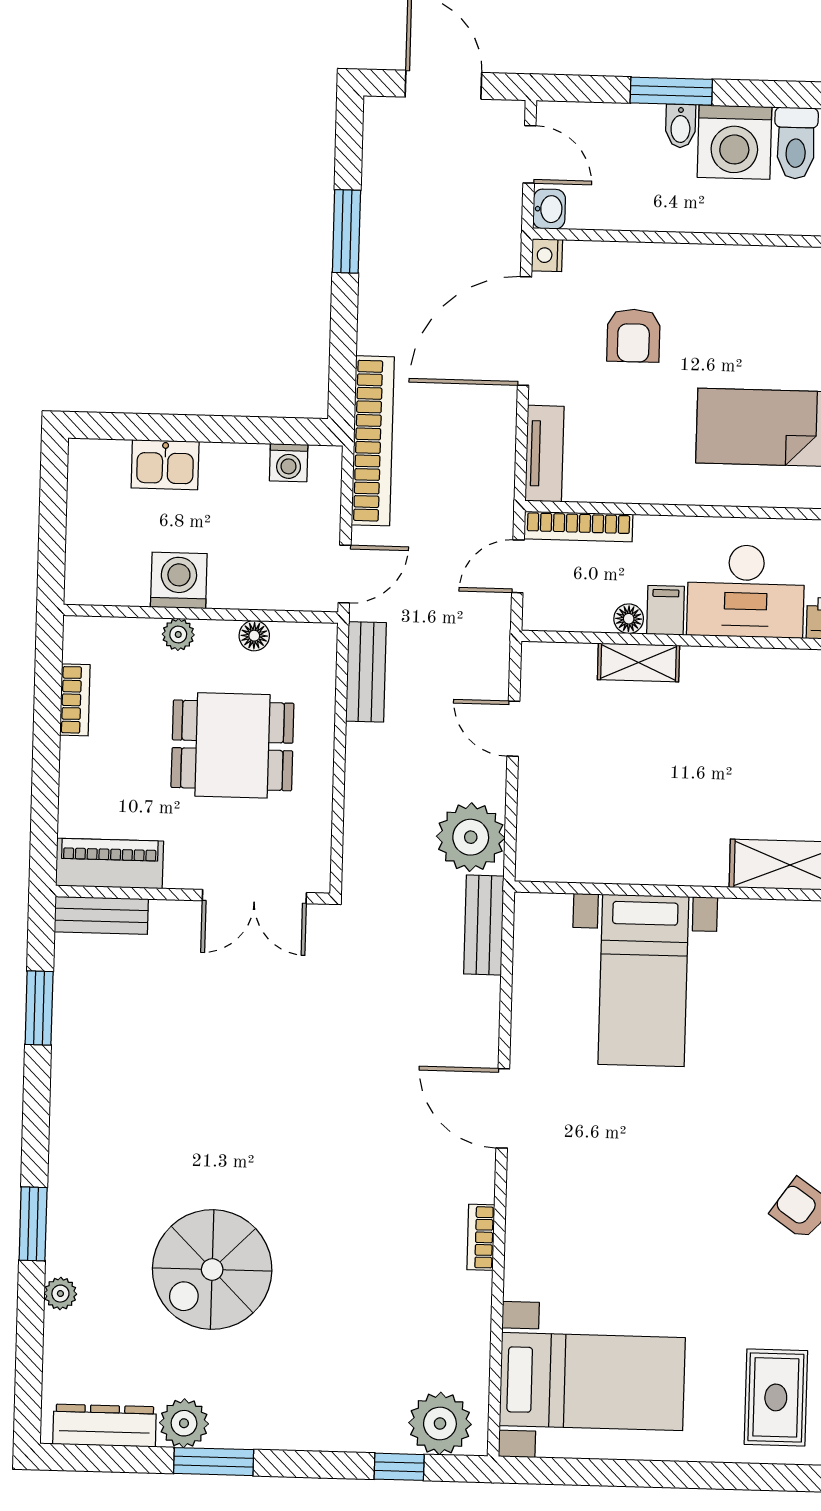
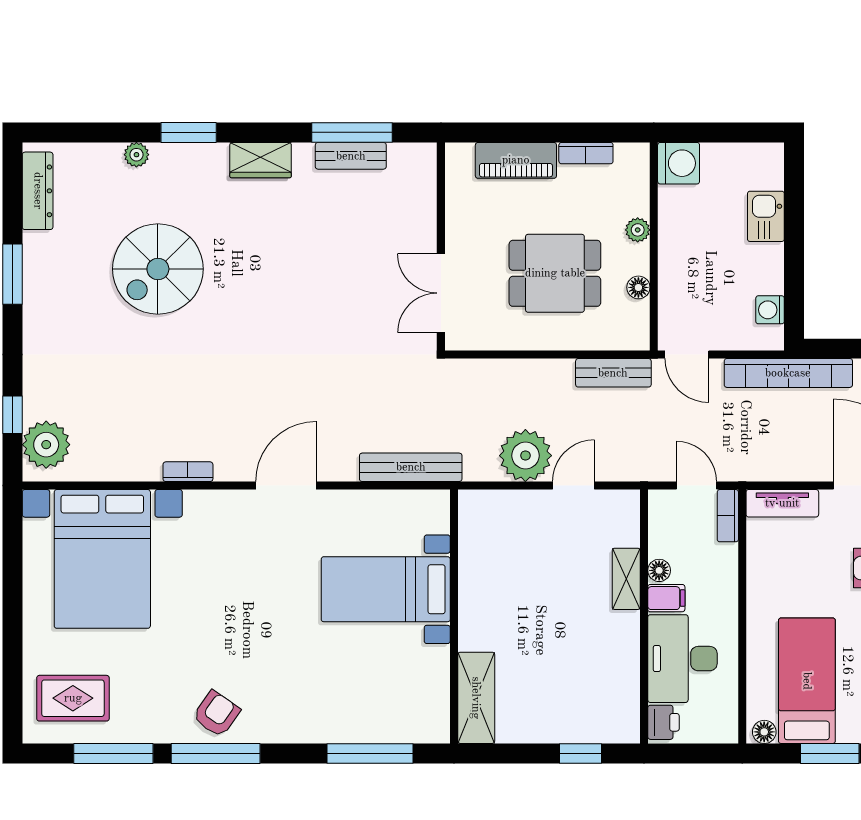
bookcase: (578, 527) -> (728, 516), width x0.64
washing machine: (179, 580) -> (679, 163), moved
dining table: (232, 745) -> (555, 273), turned 90
plant: (471, 837) -> (525, 456), moved
piano: (110, 863) -> (516, 160), moved, turned 90
bench: (101, 915) -> (351, 156), moved, turned 90
bench: (484, 925) -> (411, 467), width x1.36
window: (39, 1008) -> (352, 132), width x1.44
wardrobe: (72, 1130) -> (261, 160), added
spiral stairs: (212, 1269) -> (158, 269), turned -90
bed with nightstands: (592, 1382) -> (102, 559), width x1.36
plant: (184, 1423) -> (41, 251), removed

